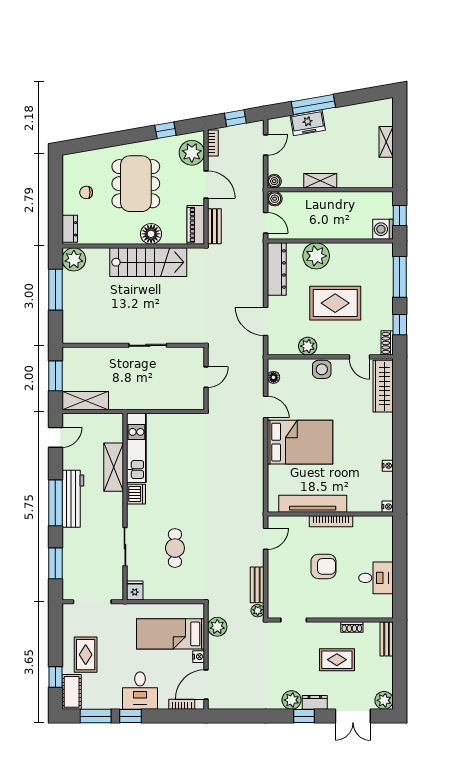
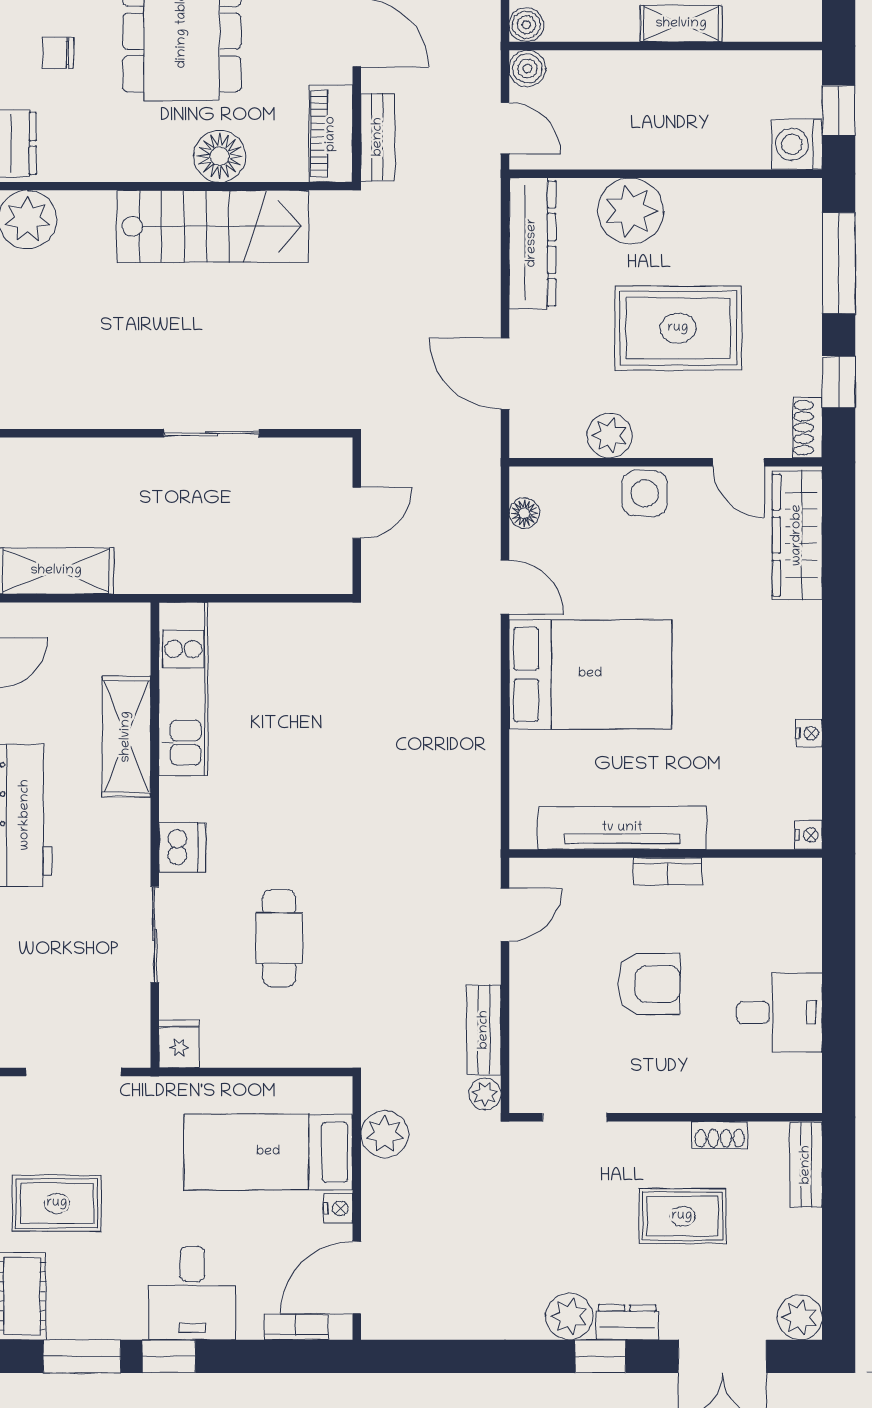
shelving: (320, 181) -> (681, 24), moved
dishwasher: (136, 494) -> (182, 847), moved
bookcase: (331, 521) -> (668, 872), width x0.64
rug: (86, 655) -> (57, 1203), turned 90

